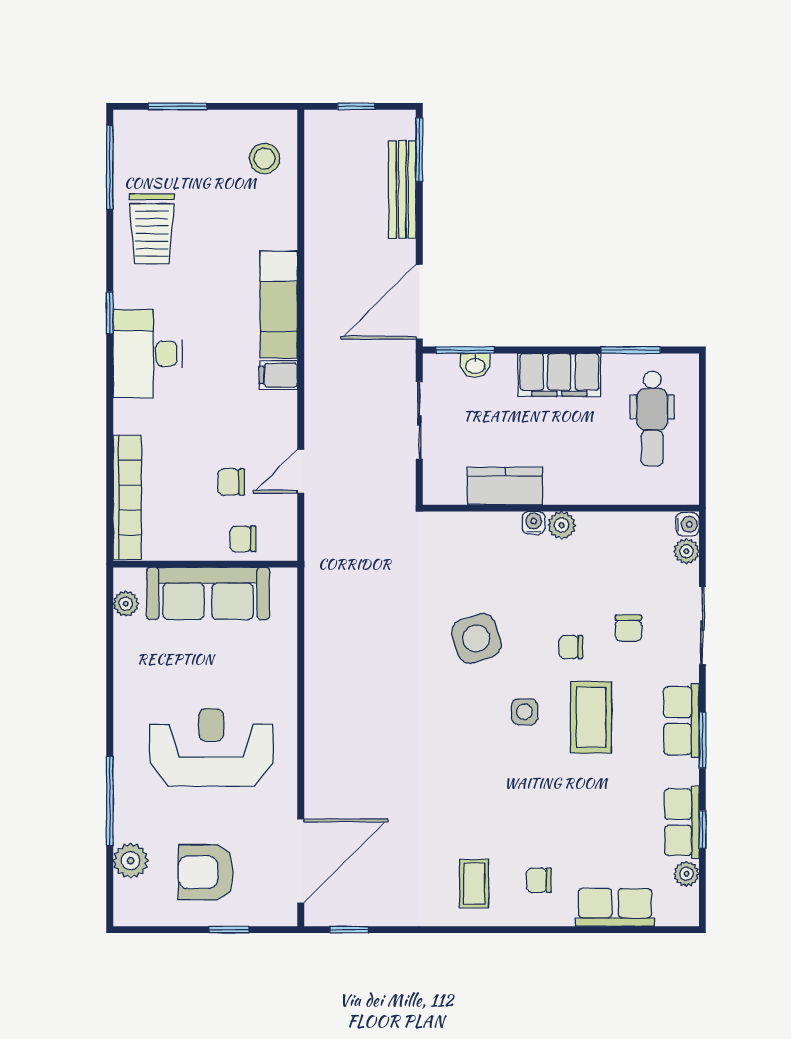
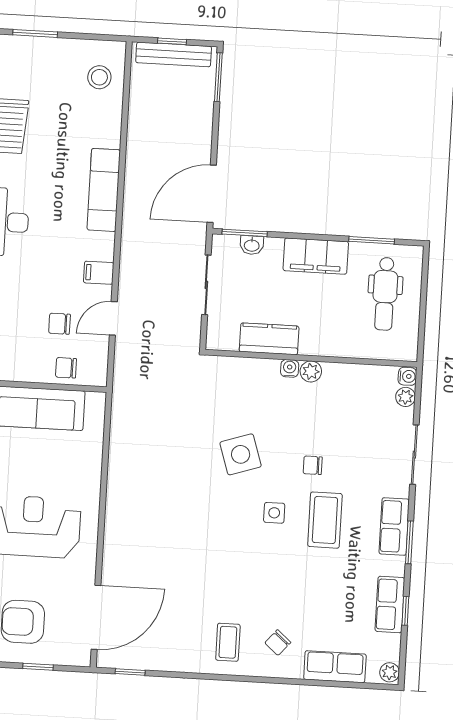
bench: (402, 190) -> (174, 54), moved, turned 90
filing cabinet: (278, 375) -> (99, 273), moved
chair: (628, 628) -> (358, 453), removed
plant: (686, 874) -> (390, 672), moved
chair: (539, 880) -> (278, 643), turned -49

